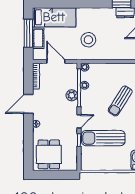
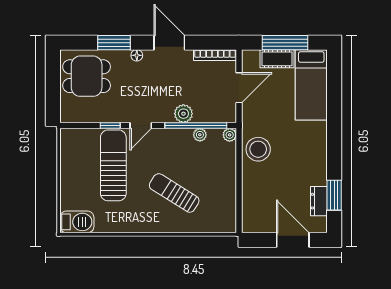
stool: (88, 40) -> (258, 149), moved
door: (79, 121) -> (141, 126), hinge flipped
window: (28, 138) -> (114, 43), added

